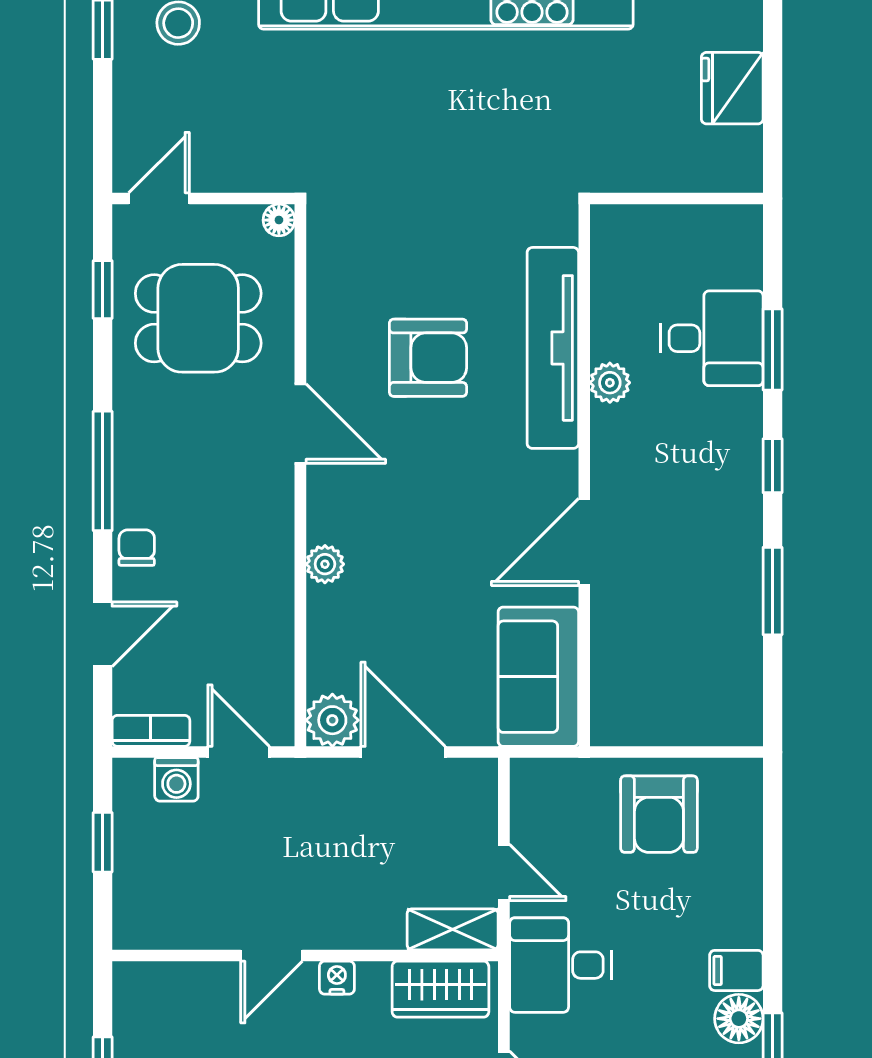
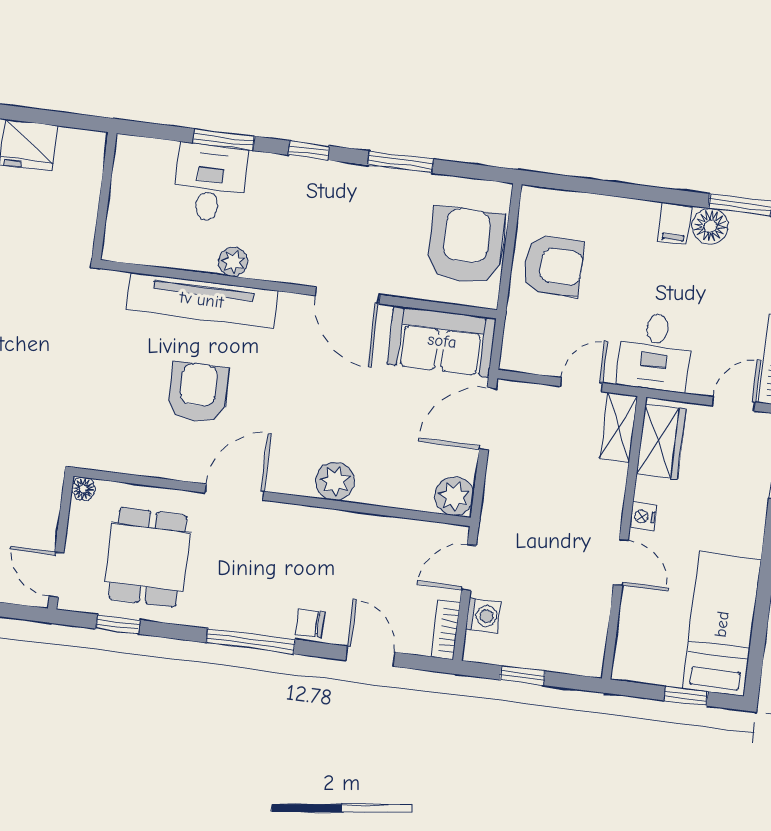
plant: (325, 564) -> (335, 481), width x1.38, depth x1.38
armchair: (671, 692) -> (465, 246), added
door: (403, 752) -> (488, 419), moved

